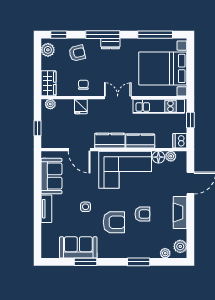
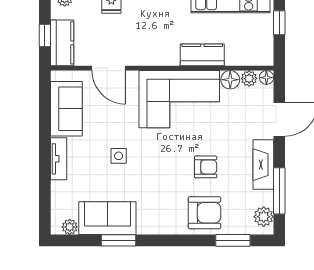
kitchen counter: (110, 141) -> (62, 43), moved, turned 90
dishwasher: (180, 141) -> (263, 55), removed
floor lamp: (182, 156) -> (266, 78), added
armchair: (114, 222) -> (205, 213), moved
window: (190, 230) -> (279, 191), added
plant: (165, 253) -> (70, 227), moved
window: (139, 262) -> (233, 240), moved

